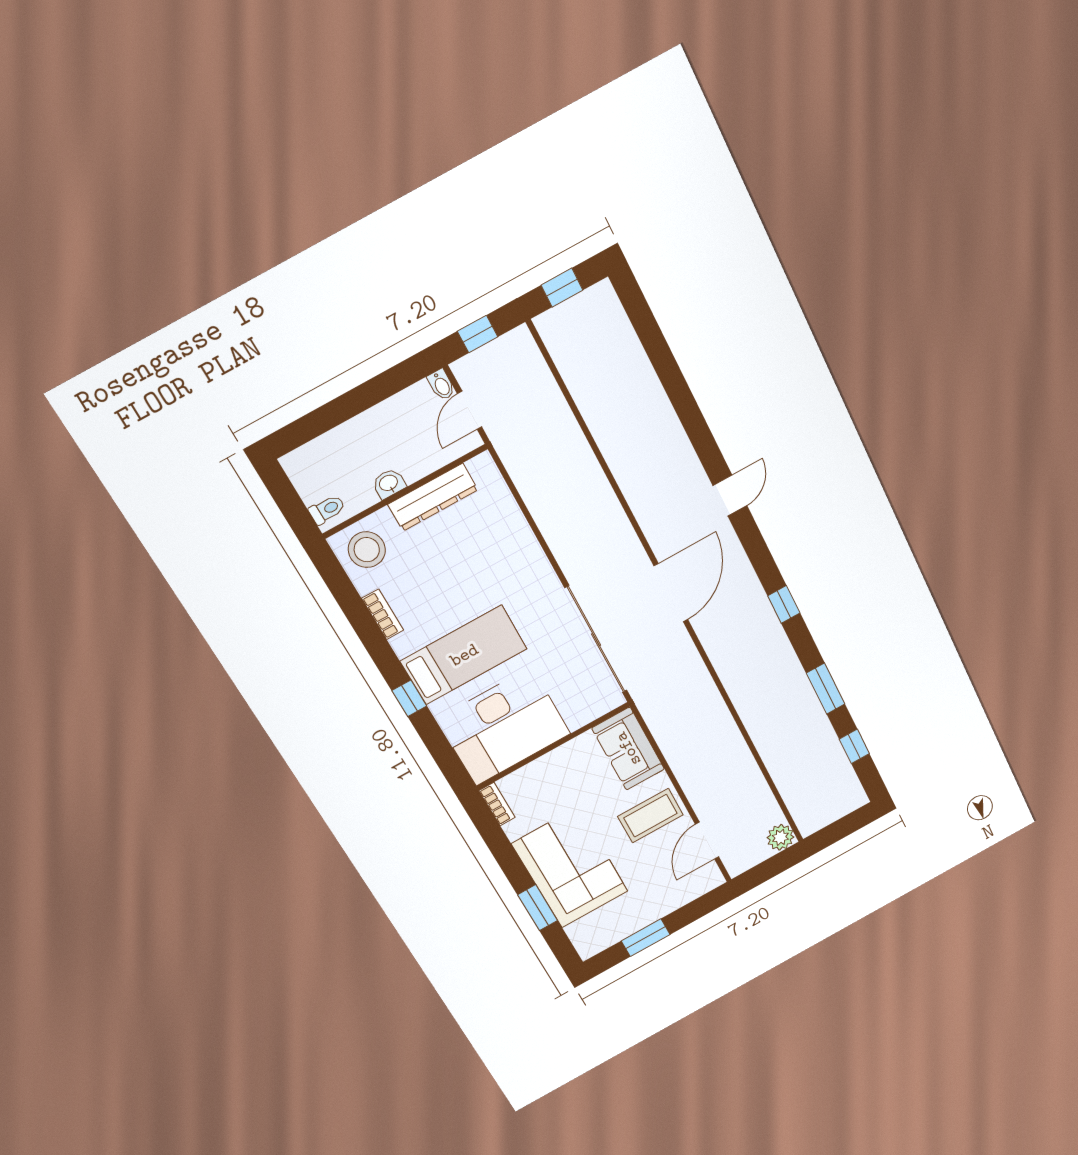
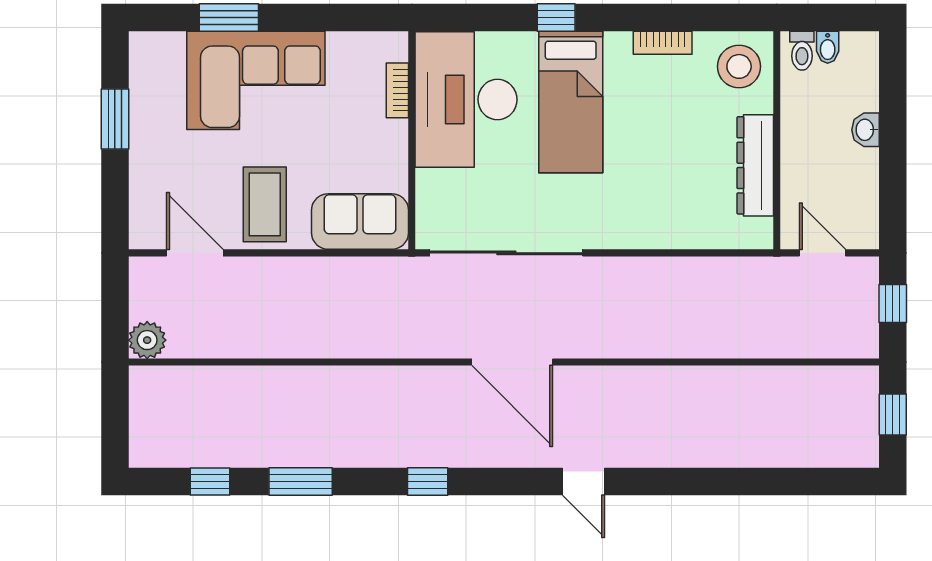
bidet: (441, 385) -> (828, 47), moved, turned -90
washbasin: (389, 483) -> (866, 130), moved, turned 180
bookcase: (497, 804) -> (397, 90), moved, turned 90

